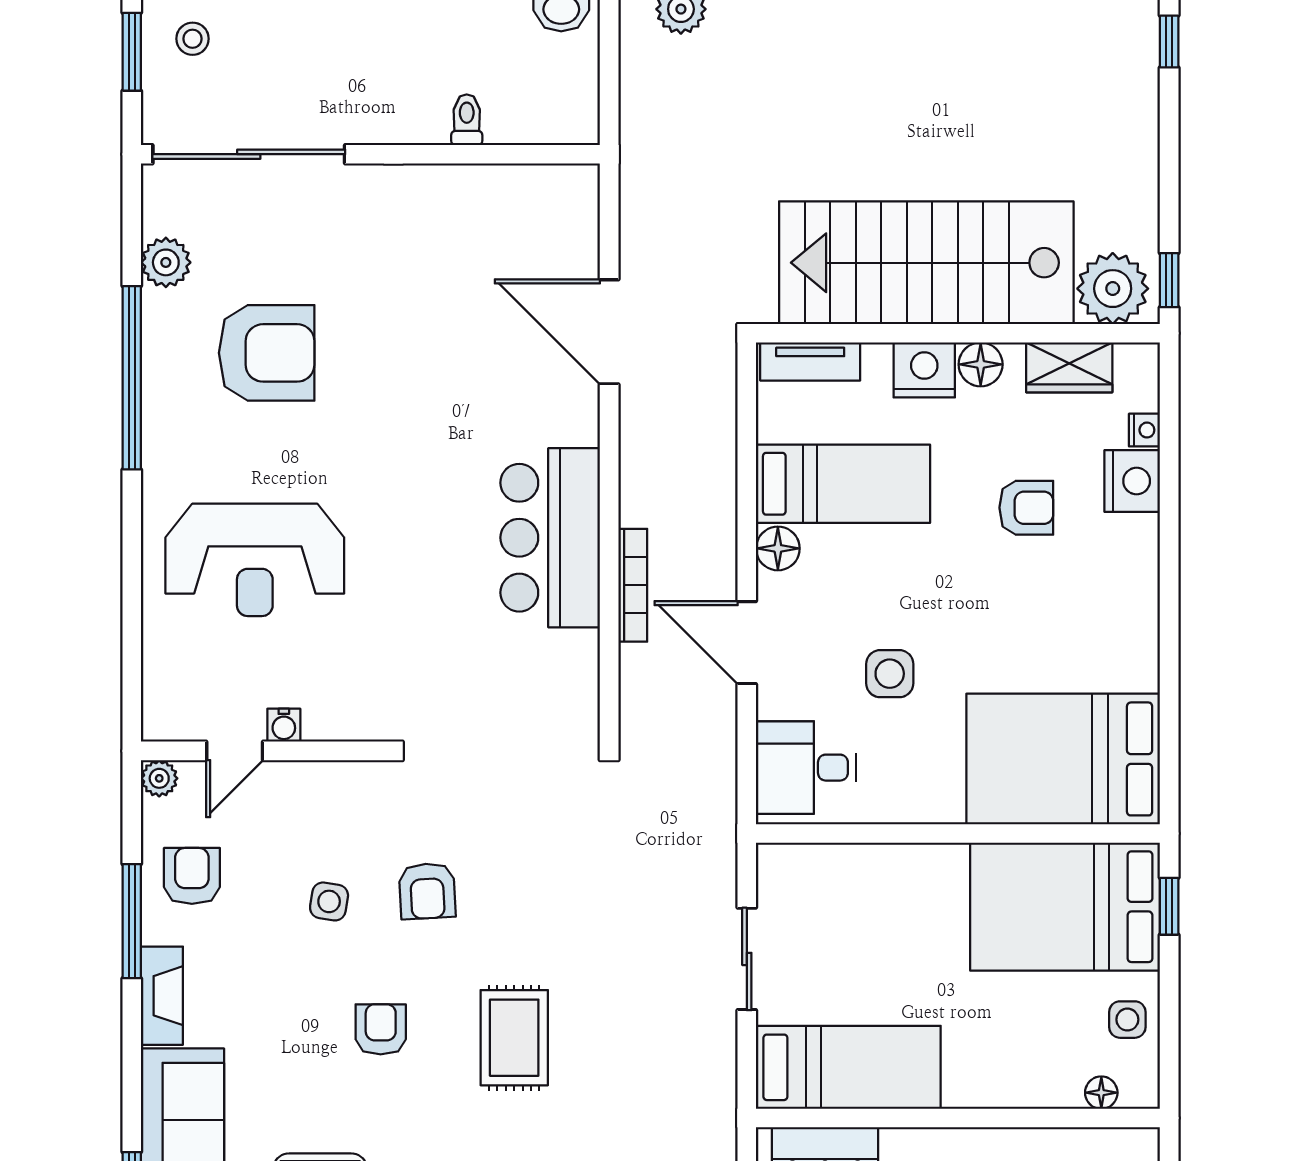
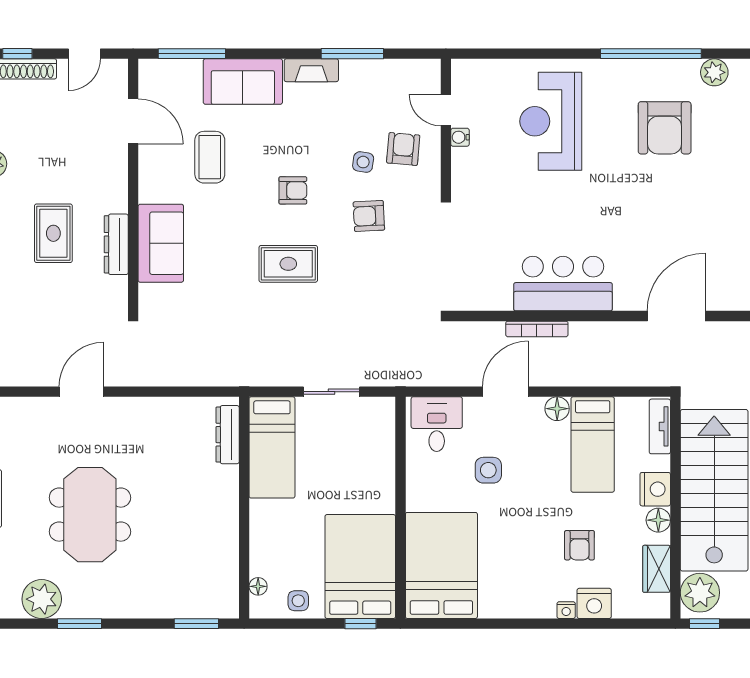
nightstand: (1144, 430) -> (566, 610), moved
plant: (159, 778) -> (431, 69), removed
armchair: (192, 876) -> (403, 149), moved, turned -85

